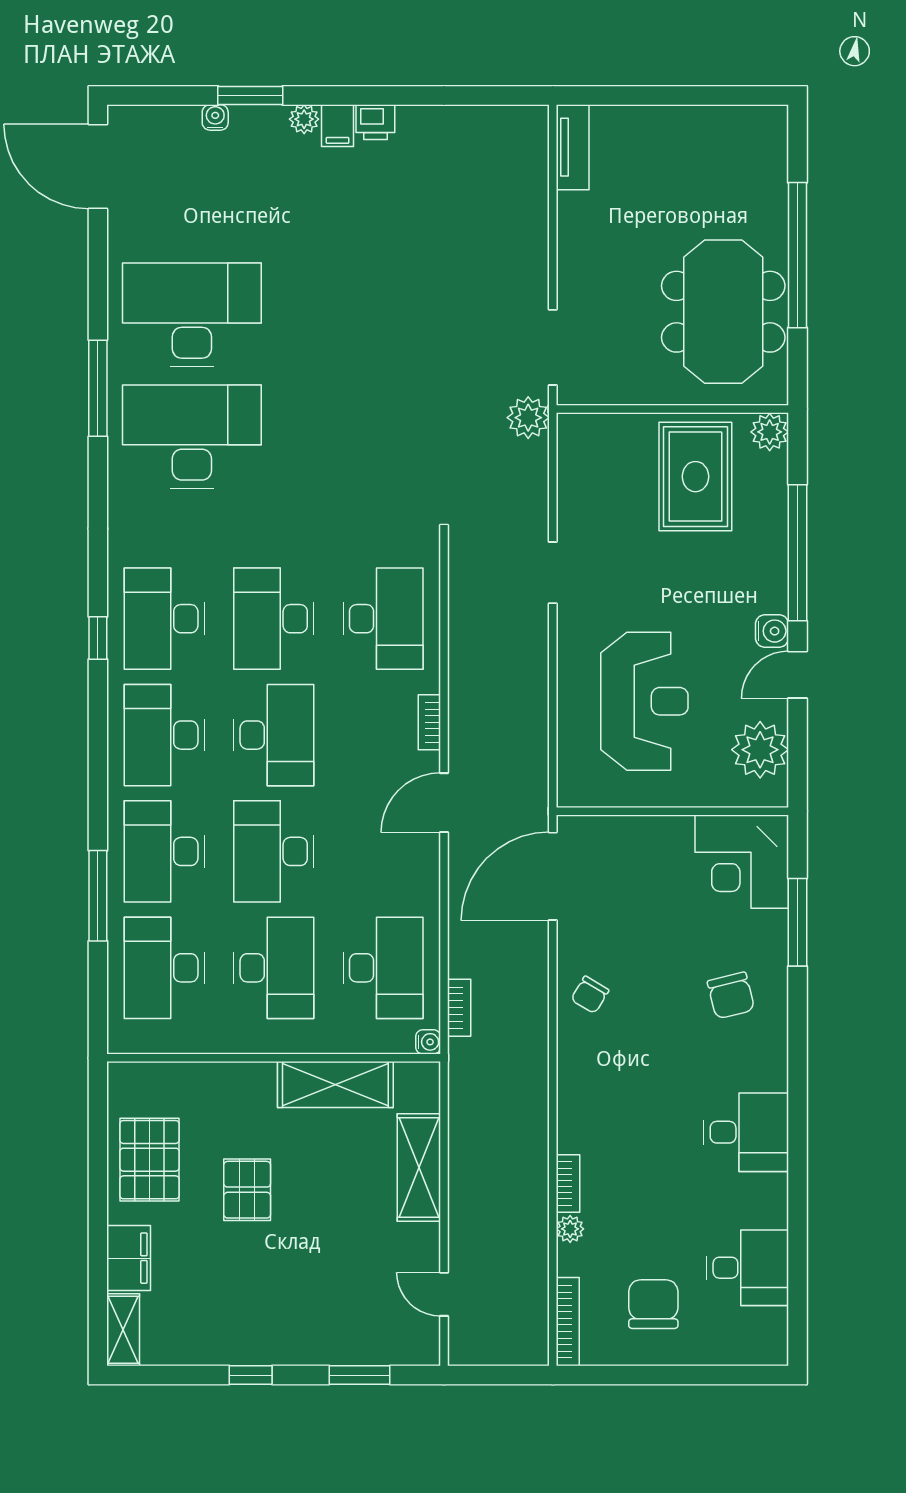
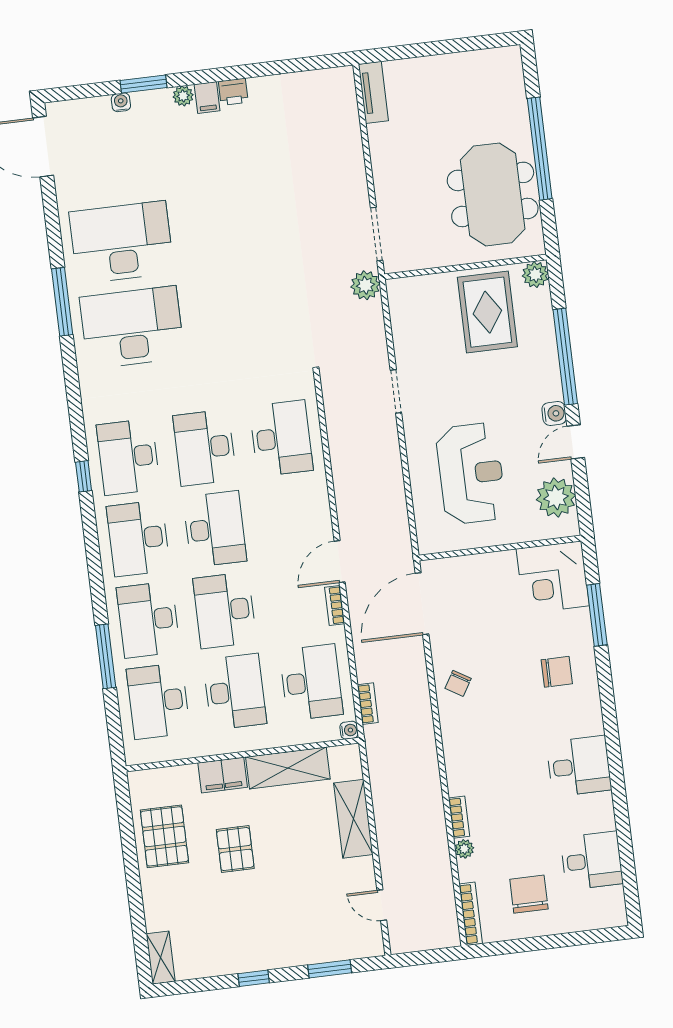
bookcase: (429, 722) -> (335, 605), moved
chair: (731, 995) -> (557, 672), turned -76
filing cabinet: (129, 1258) -> (223, 775), moved, turned 90

